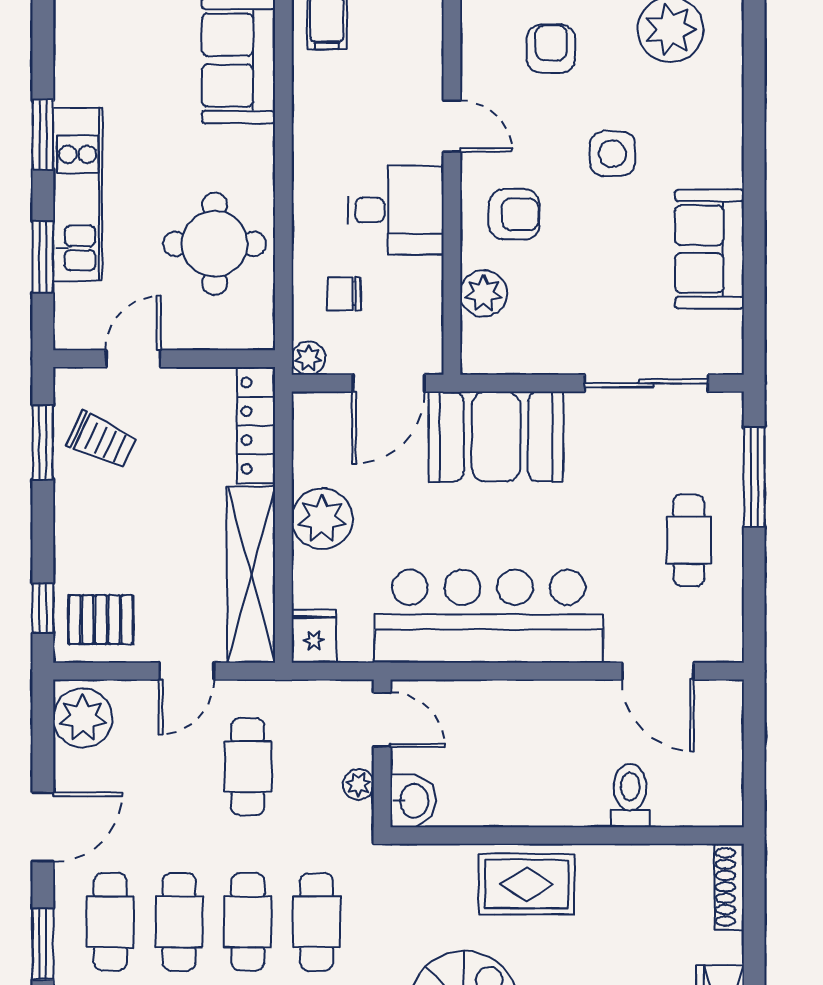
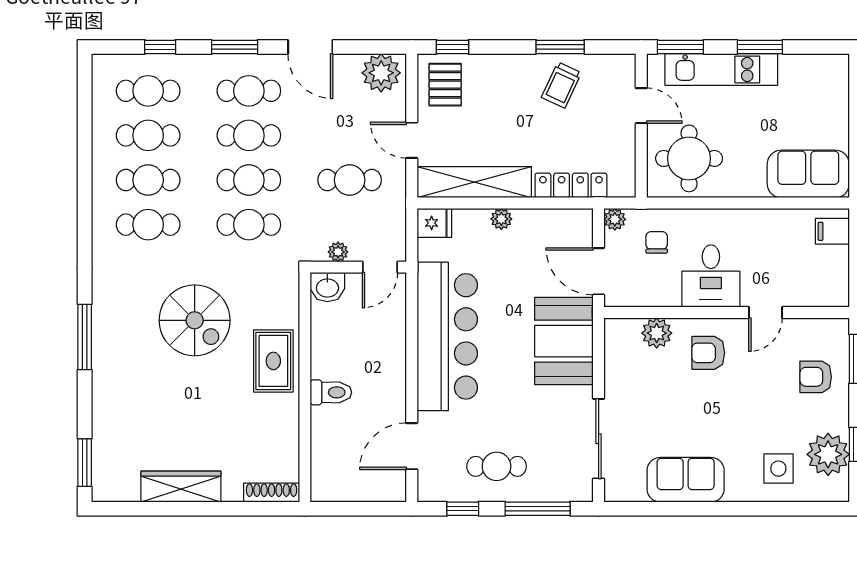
armchair: (551, 49) -> (816, 377), turned 180
side table: (612, 154) -> (778, 469), moved
armchair: (514, 214) -> (708, 353), turned 90
door: (133, 359) -> (641, 106), moved
wall: (164, 359) -> (641, 126), moved
plant: (322, 519) -> (501, 219), width x0.53, depth x0.53
window: (754, 592) -> (463, 509), added
toilet: (630, 795) -> (331, 392), moved

